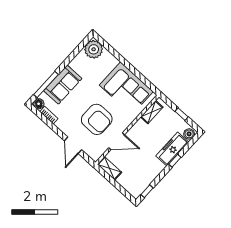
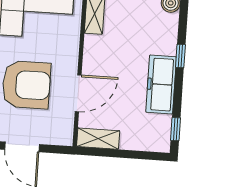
freezer: (172, 149) -> (161, 84), moved

